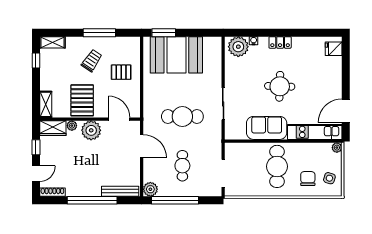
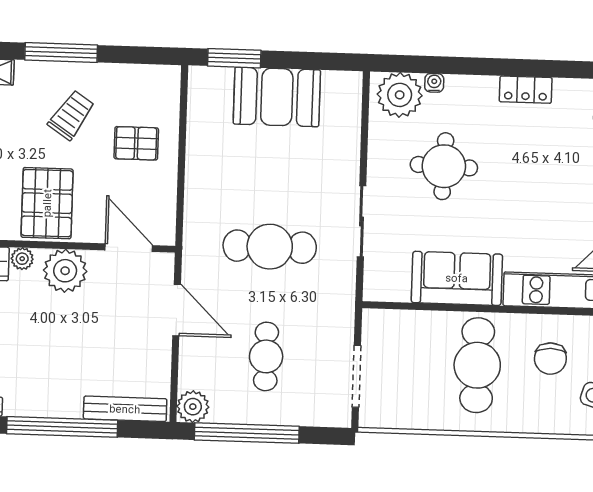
window: (99, 33) -> (61, 52), moved
locker: (280, 42) -> (526, 90), moved
booth: (176, 55) -> (277, 97), width x0.73, depth x0.70
round table: (280, 86) -> (444, 166), moved
chair: (308, 179) -> (550, 359), moved, turned 180

